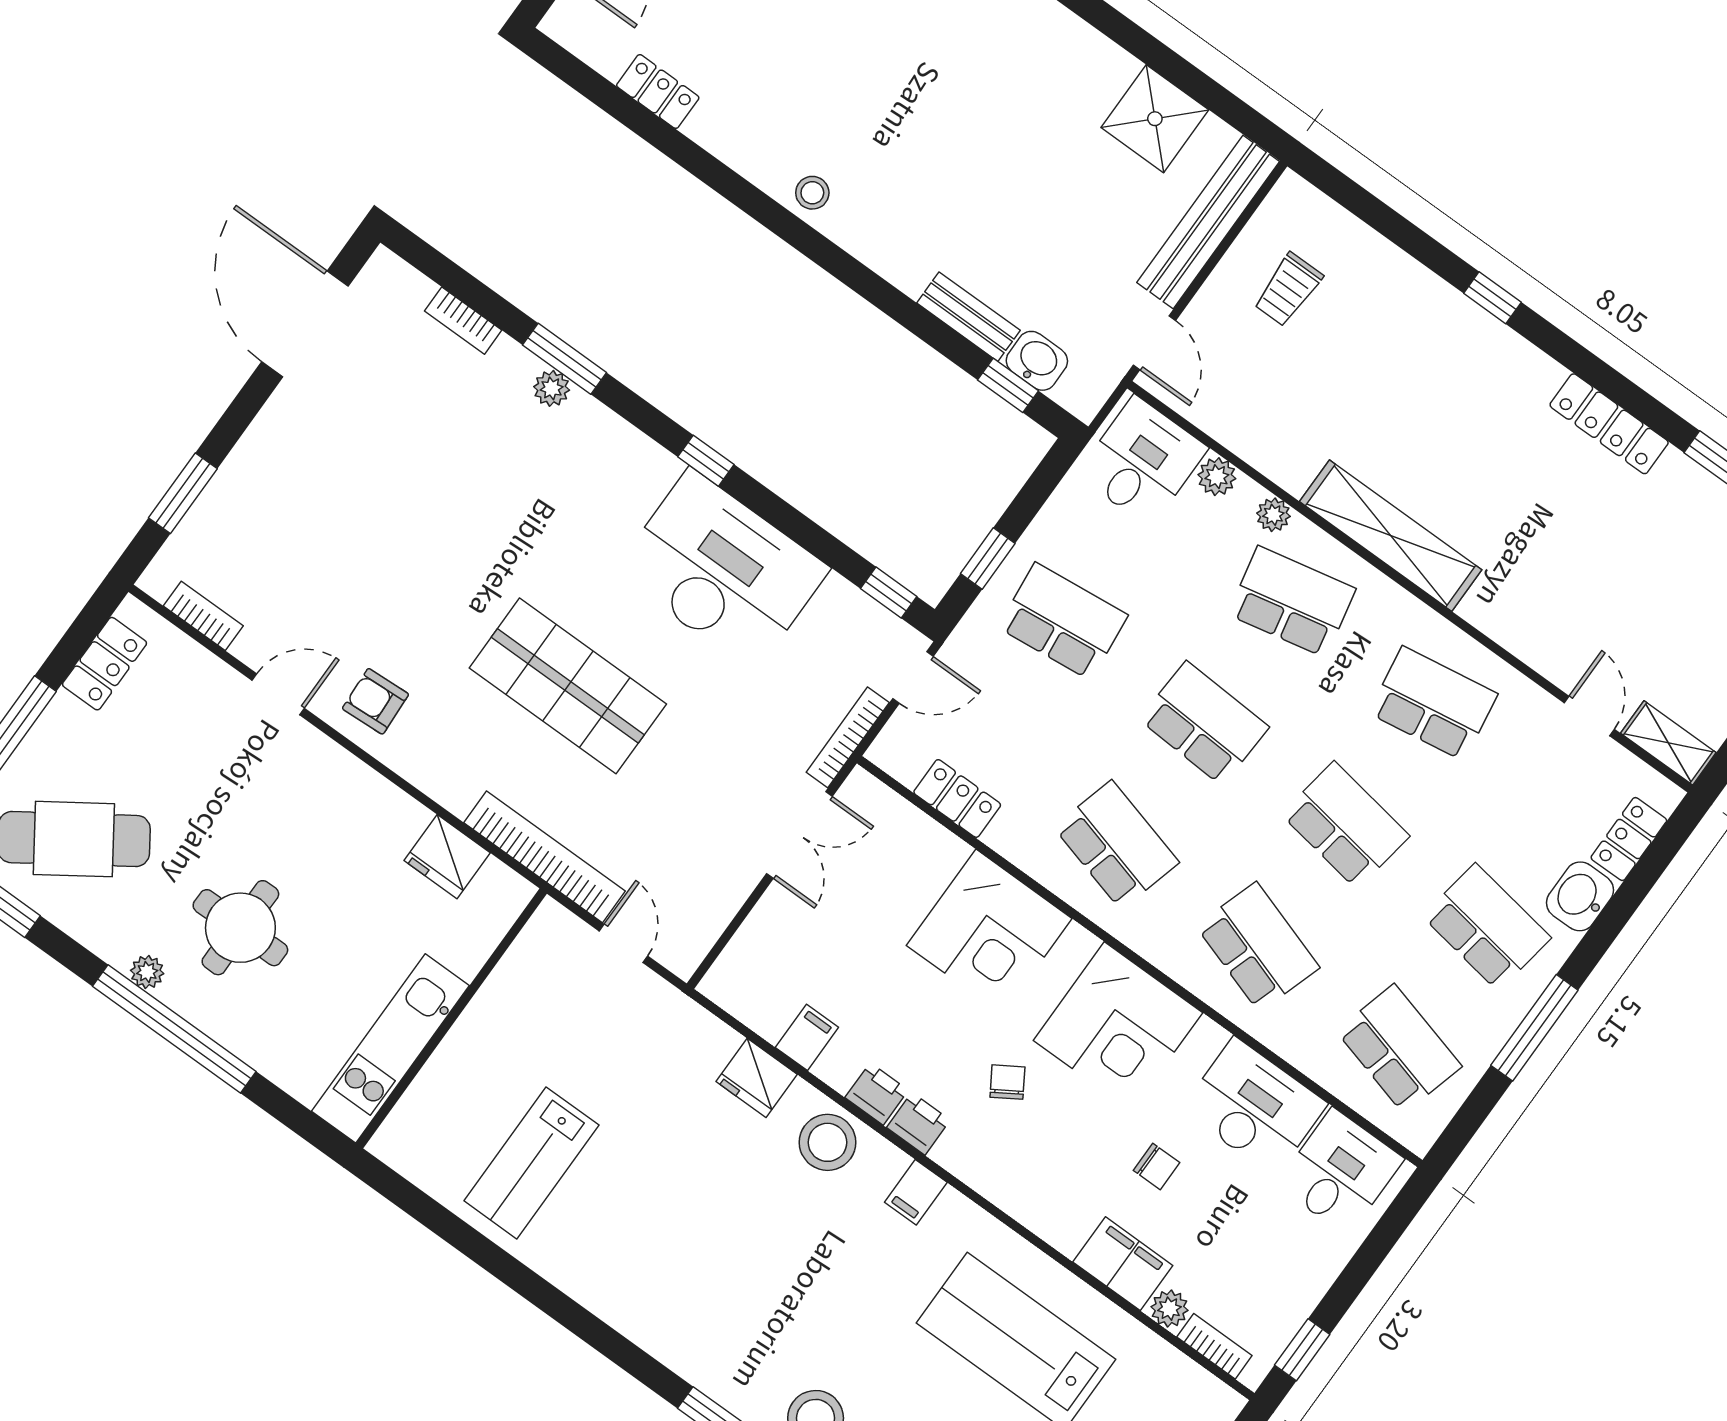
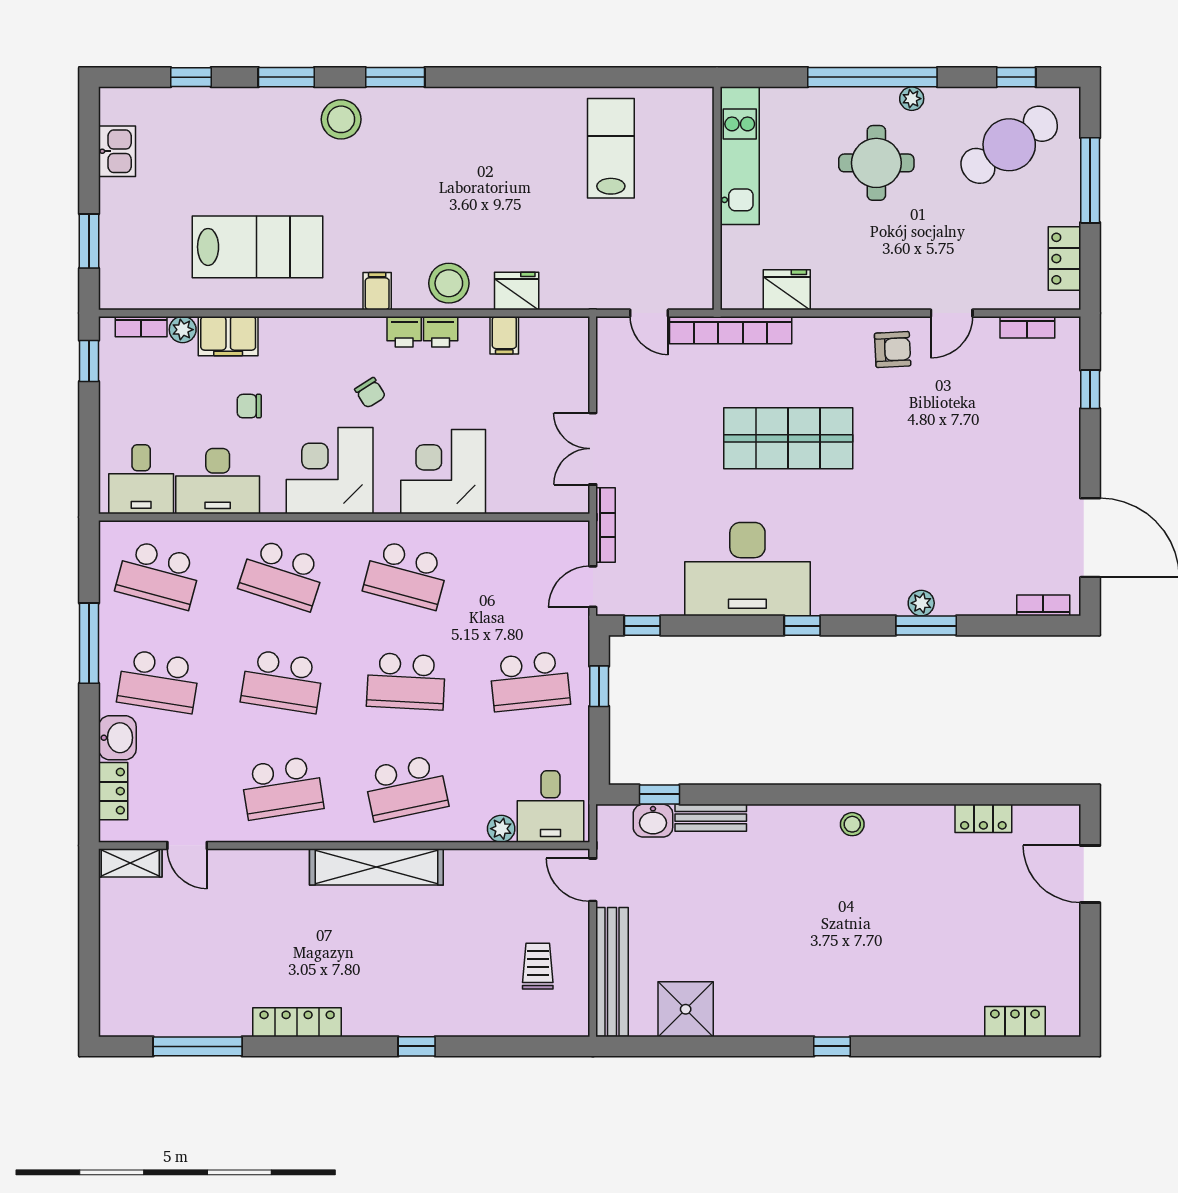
bookcase: (463, 321) -> (1043, 605), moved
window: (183, 493) -> (1090, 389), width x0.67
plant: (1273, 515) -> (453, 830), removed
locker: (957, 798) -> (517, 535), removed

